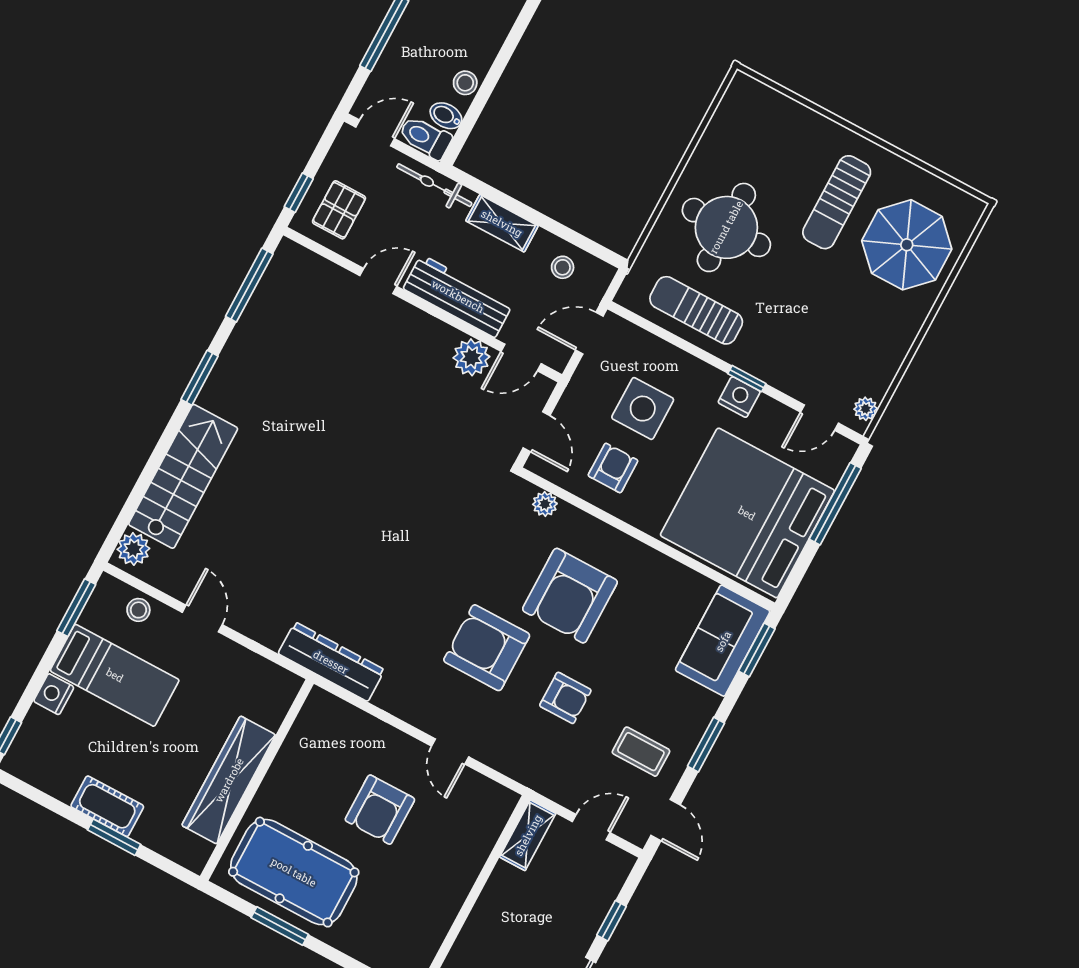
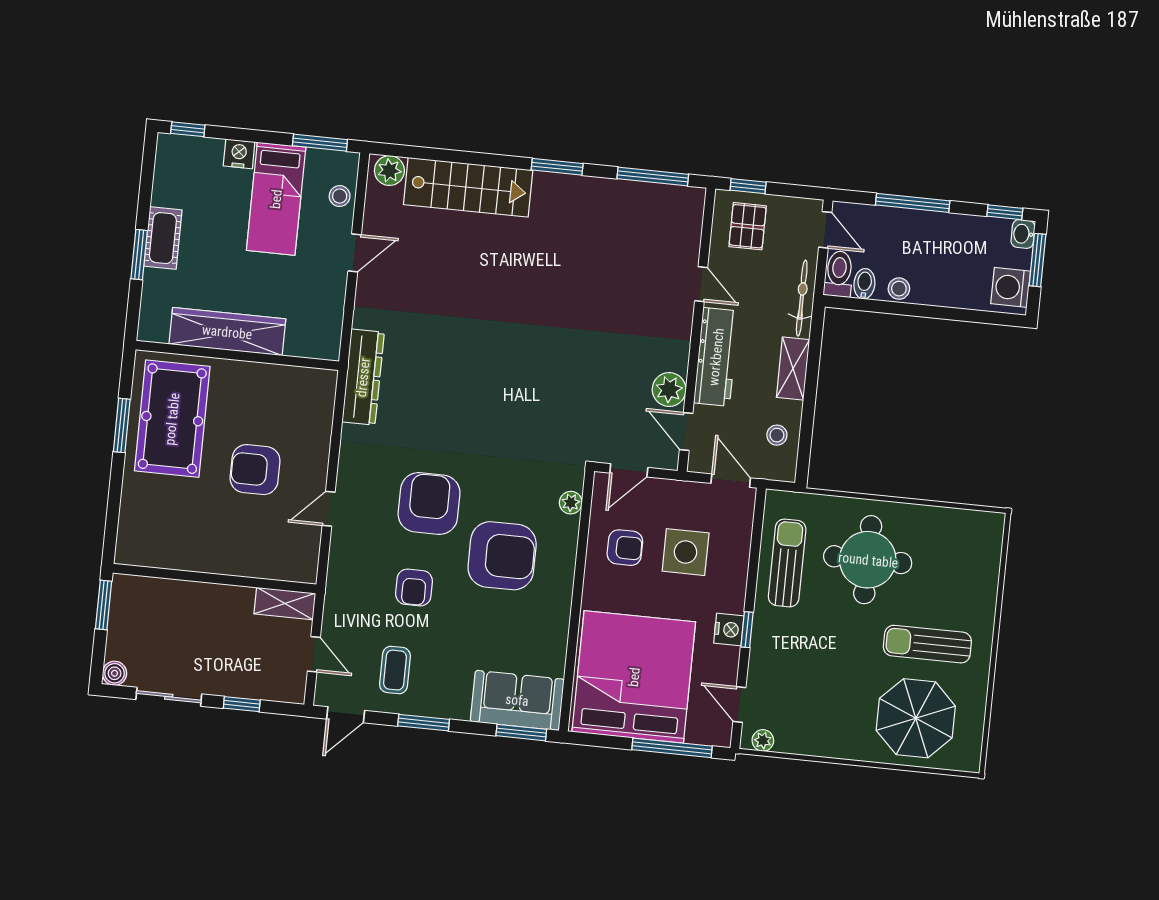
pallet: (339, 210) -> (748, 226), turned 90
armchair: (570, 596) -> (502, 556), turned 180

